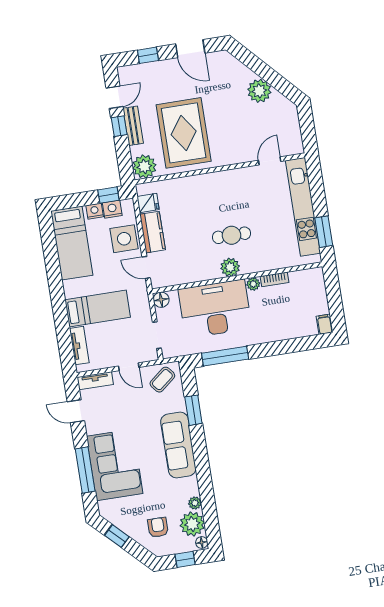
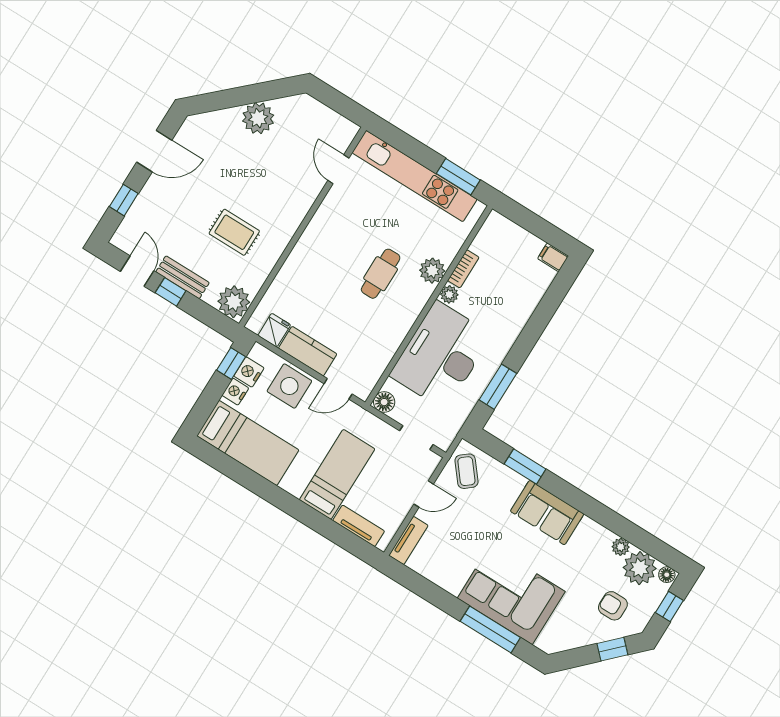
rug: (184, 133) -> (234, 232), width x0.54, depth x0.49
plant: (230, 267) -> (432, 271), moved
window: (225, 356) -> (498, 387), width x0.69
door: (76, 411) -> (422, 587), removed
sofa: (178, 445) -> (547, 513), width x0.73
window: (117, 536) -> (612, 649), moved

